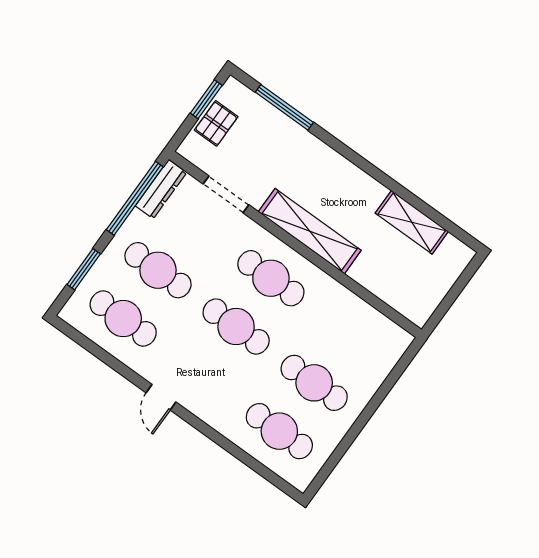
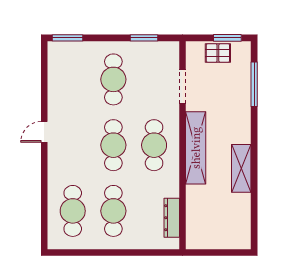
dresser: (161, 189) -> (172, 218), moved, turned 90
window: (135, 198) -> (144, 38), width x0.47
shelving: (412, 222) -> (241, 168), moved
window: (84, 269) -> (68, 38), moved
cafe table: (123, 319) -> (73, 79), removed

